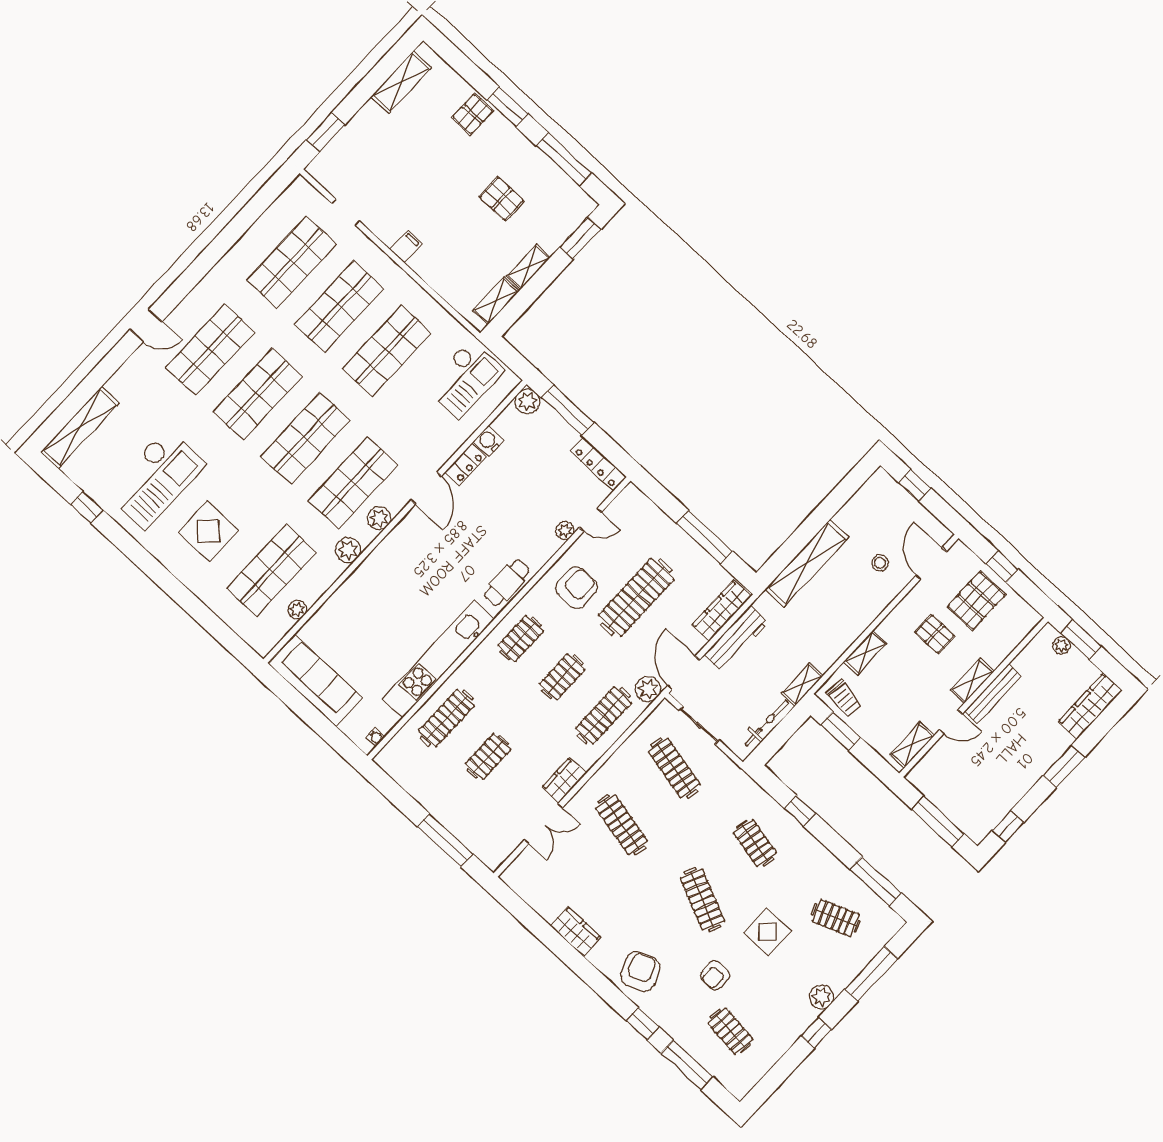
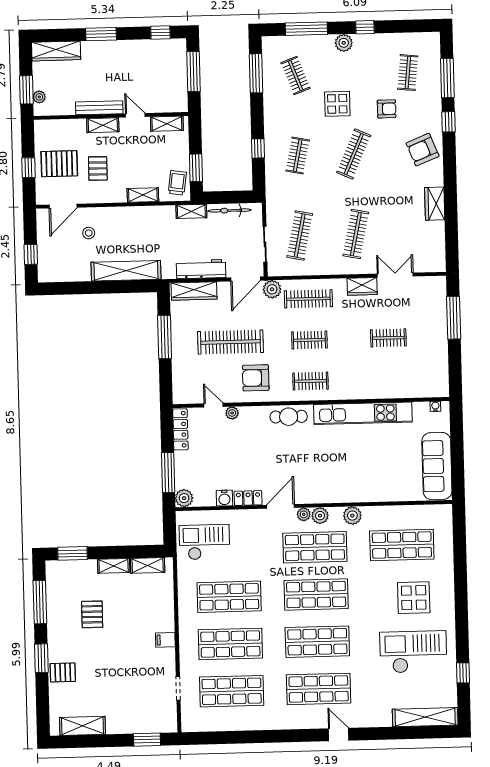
plant: (297, 610) -> (304, 514), moved
clothes rail: (447, 718) -> (389, 379), removed

